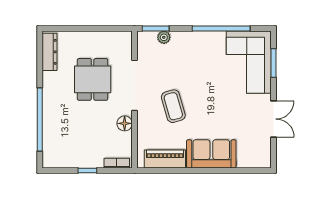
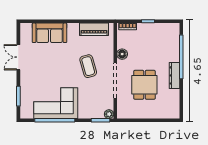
plant: (164, 37) -> (109, 114), moved
dresser: (49, 52) -> (174, 75), moved
corner sofa: (249, 62) -> (56, 103), moved, turned -90
sofa: (211, 154) -> (50, 33), moved

